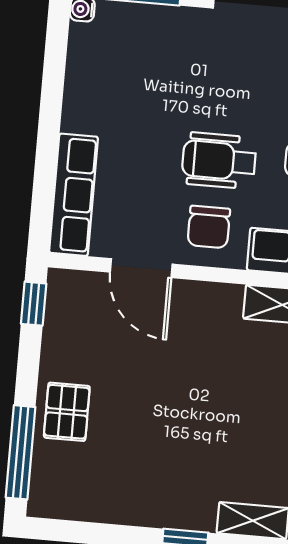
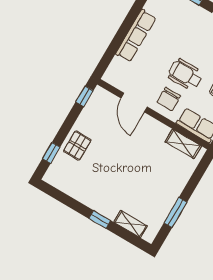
row of seats: (74, 195) -> (136, 36), moved
window: (21, 452) -> (51, 153), width x0.46

